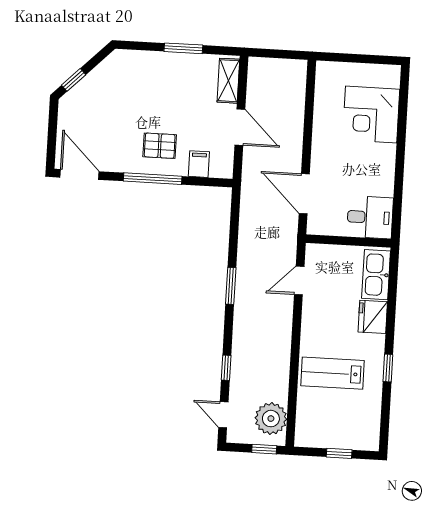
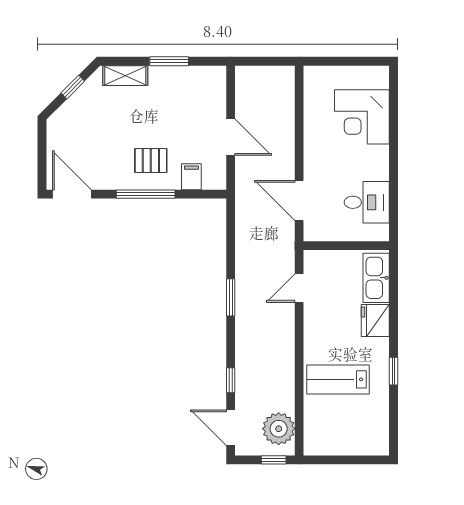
window: (74, 80) -> (73, 87), moved
shelving: (228, 81) -> (125, 76), moved, turned 90
desk: (370, 217) -> (367, 202), moved
door: (223, 415) -> (231, 428), width x1.38
window: (339, 453) -> (349, 460), removed

